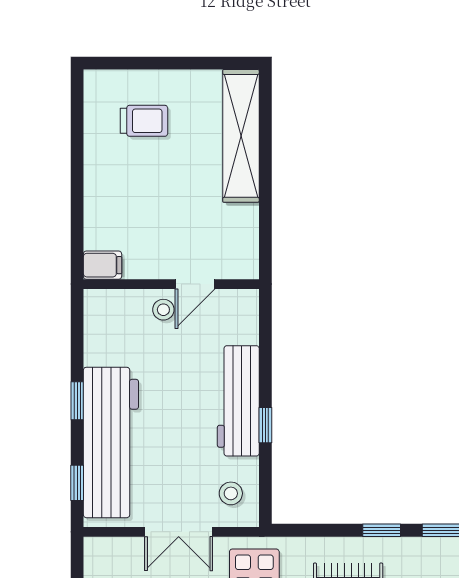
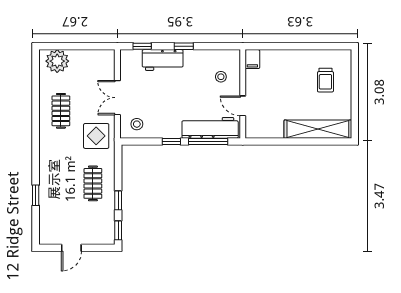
stool: (163, 310) -> (221, 77), moved
window: (265, 353) -> (208, 142), added
workbench: (238, 401) -> (210, 128), moved
workbench: (111, 442) -> (163, 60), width x0.53, depth x0.76

